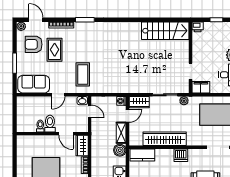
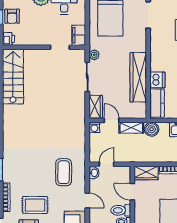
armchair: (217, 30) -> (12, 16), added
coffee table: (83, 74) -> (64, 172), turned 90
door: (66, 134) -> (132, 192), swing flipped
dishwasher: (181, 155) -> (157, 80), moved

